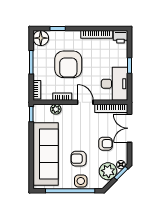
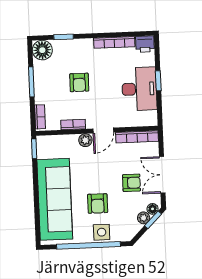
armchair: (68, 64) -> (79, 82), width x0.53, depth x0.53
desk: (115, 84) -> (139, 89), moved
door: (85, 102) -> (103, 130), swing flipped
plant: (56, 109) -> (85, 140), moved
double door: (130, 128) -> (162, 175), moved
armchair: (79, 159) -> (98, 203), turned -90
plant: (108, 171) -> (144, 218), width x0.53, depth x0.53

